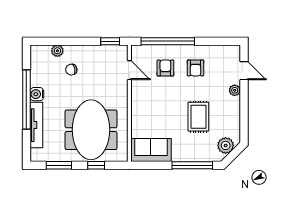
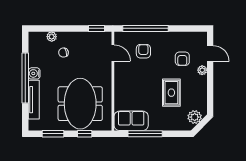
armchair: (195, 68) -> (182, 59), moved
window: (192, 165) -> (145, 134), moved

